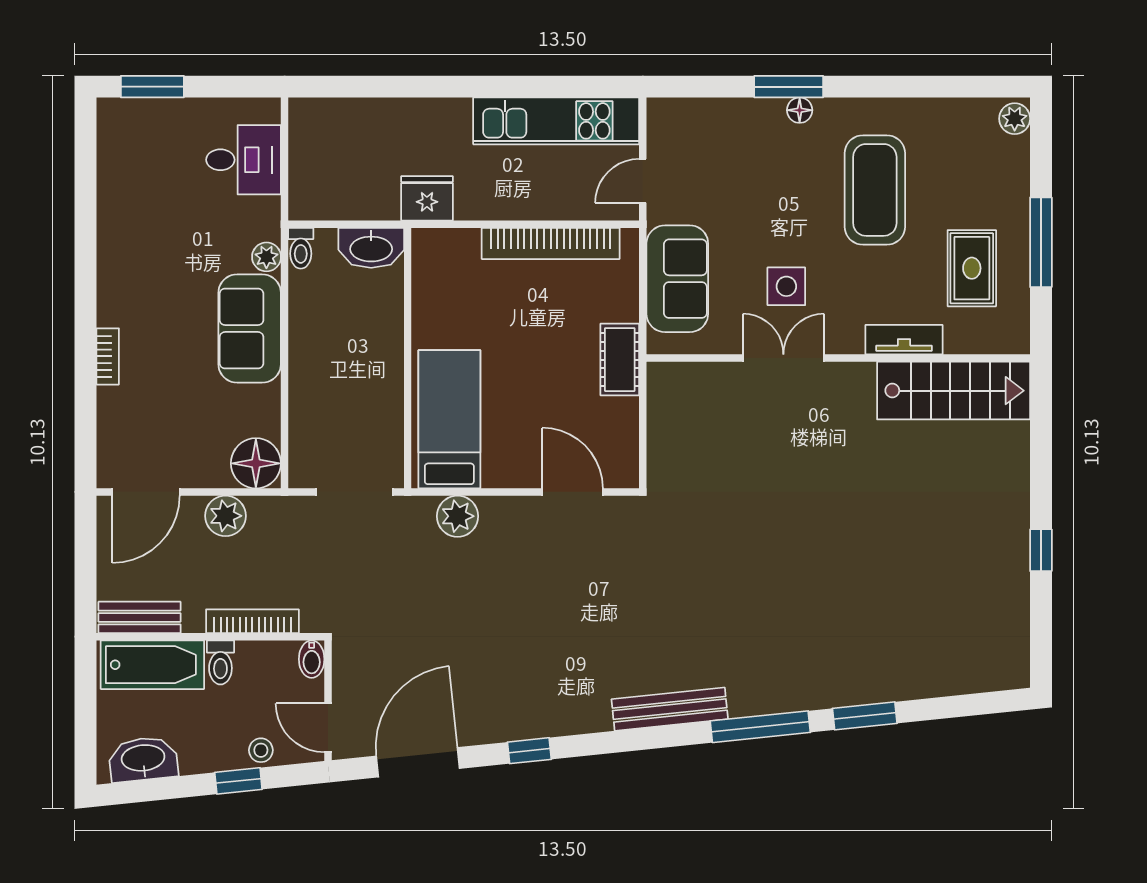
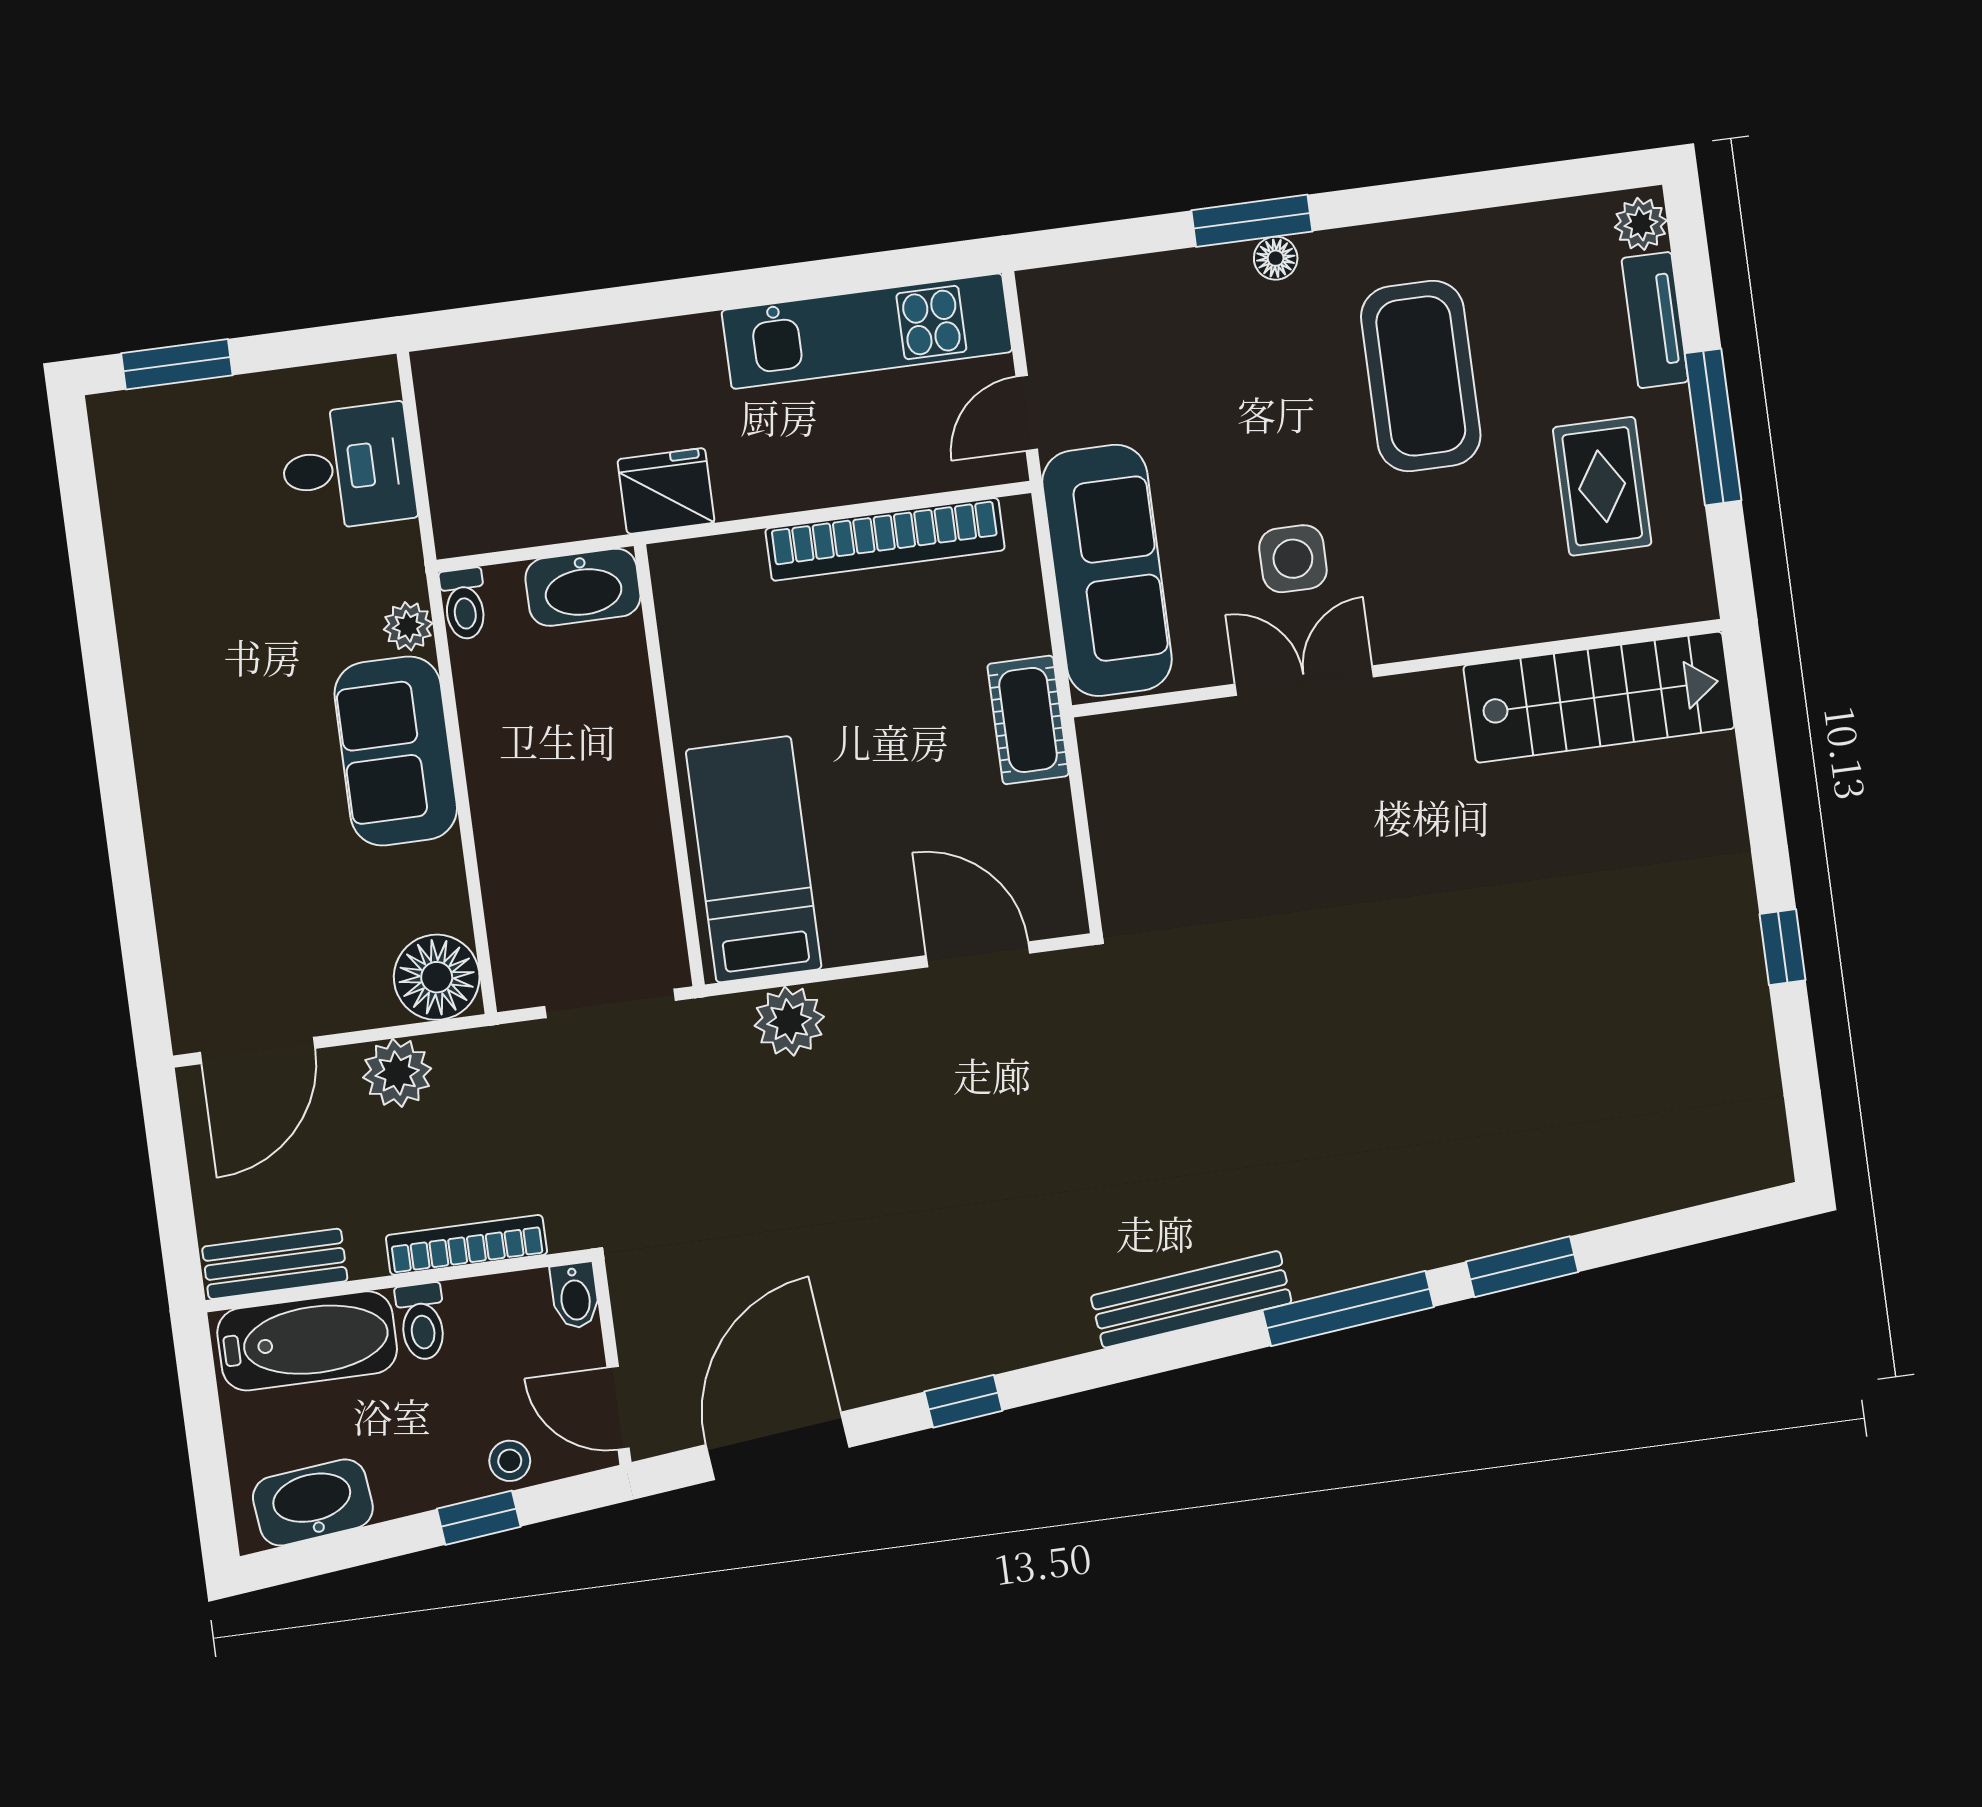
sofa: (677, 279) -> (1107, 570), width x1.36
tv unit: (904, 340) -> (1655, 320), moved, turned -90
bookcase: (108, 356) -> (162, 830), removed

